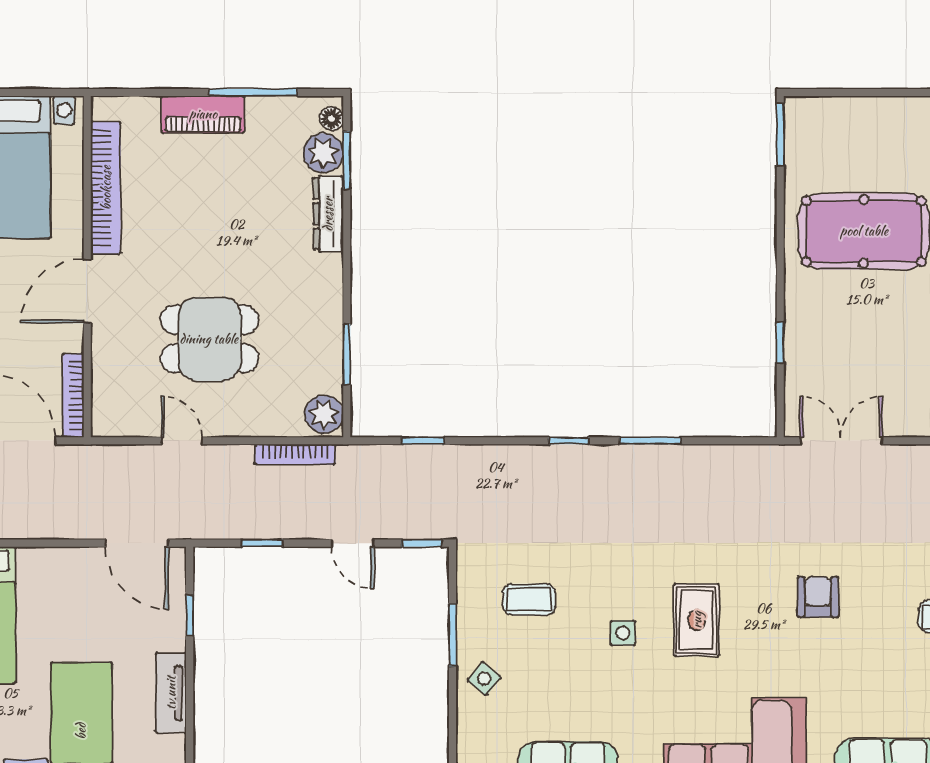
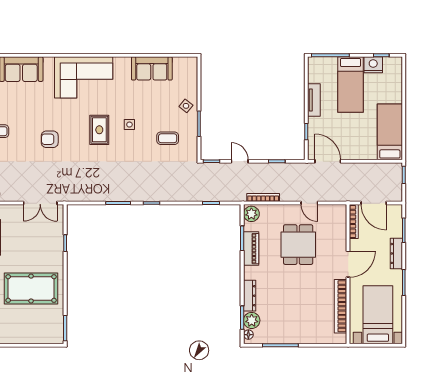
piano: (203, 114) -> (251, 249), moved, turned 90
dining table: (209, 339) -> (298, 245), turned 90
armchair: (818, 597) -> (50, 139), turned 90

